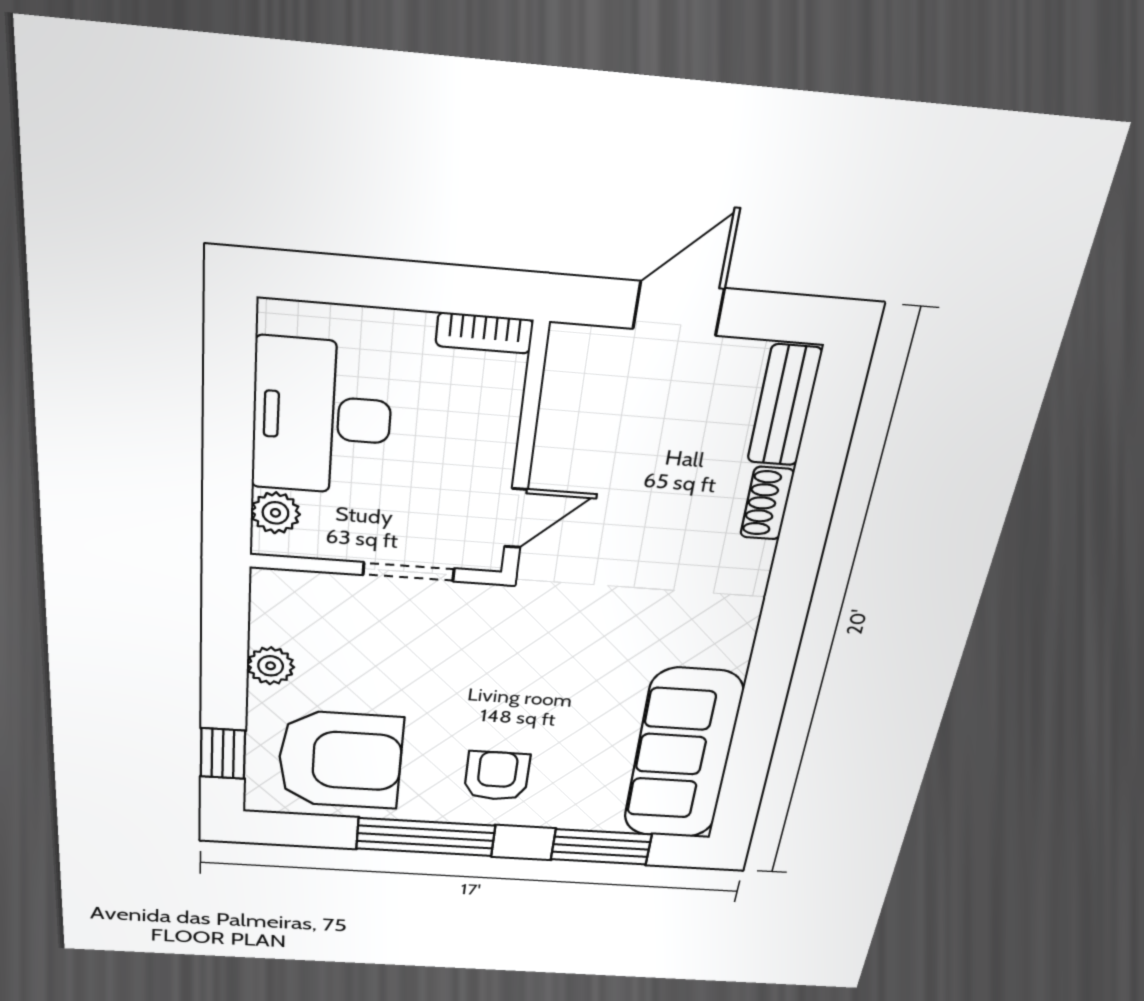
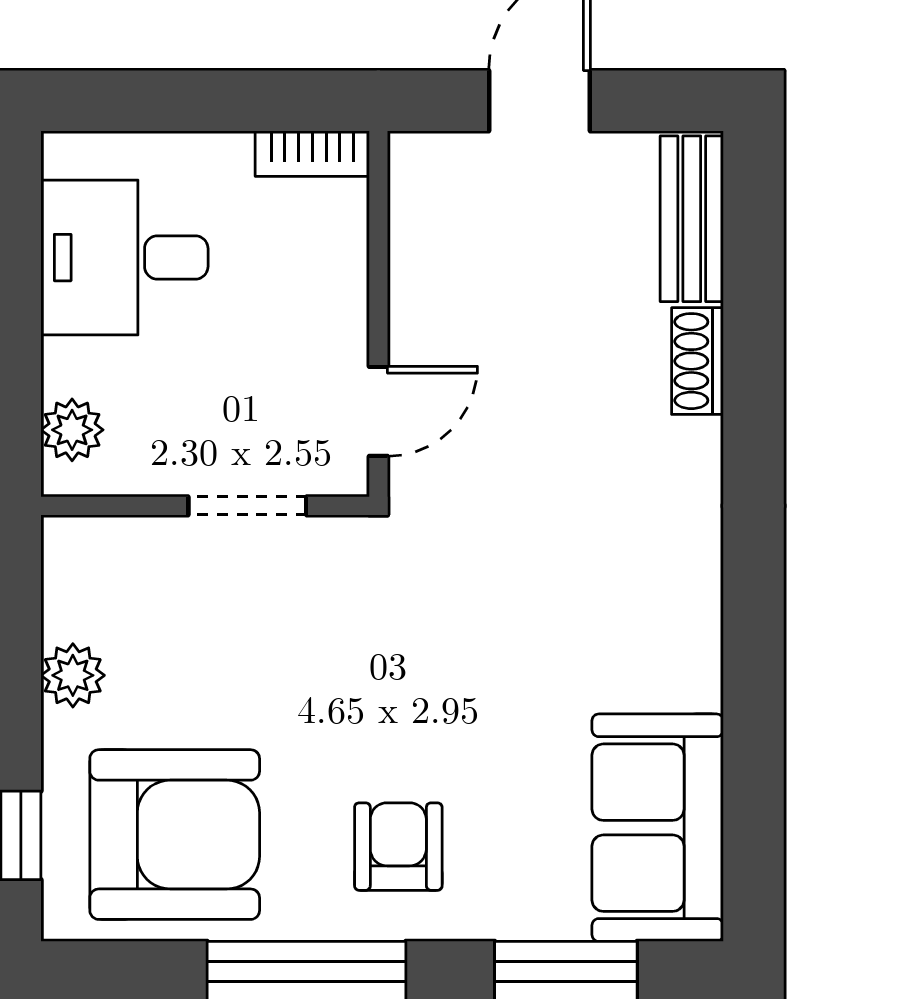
desk: (322, 418) -> (125, 258), width x0.73
sofa: (683, 755) -> (658, 828), width x0.73

